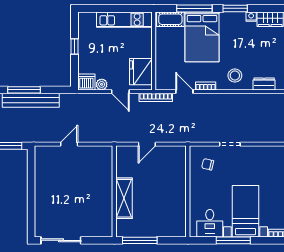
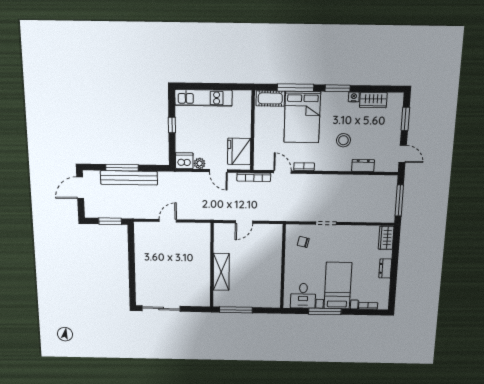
kitchen unit: (124, 20) -> (203, 98), moved
stool: (235, 76) -> (343, 140), moved

